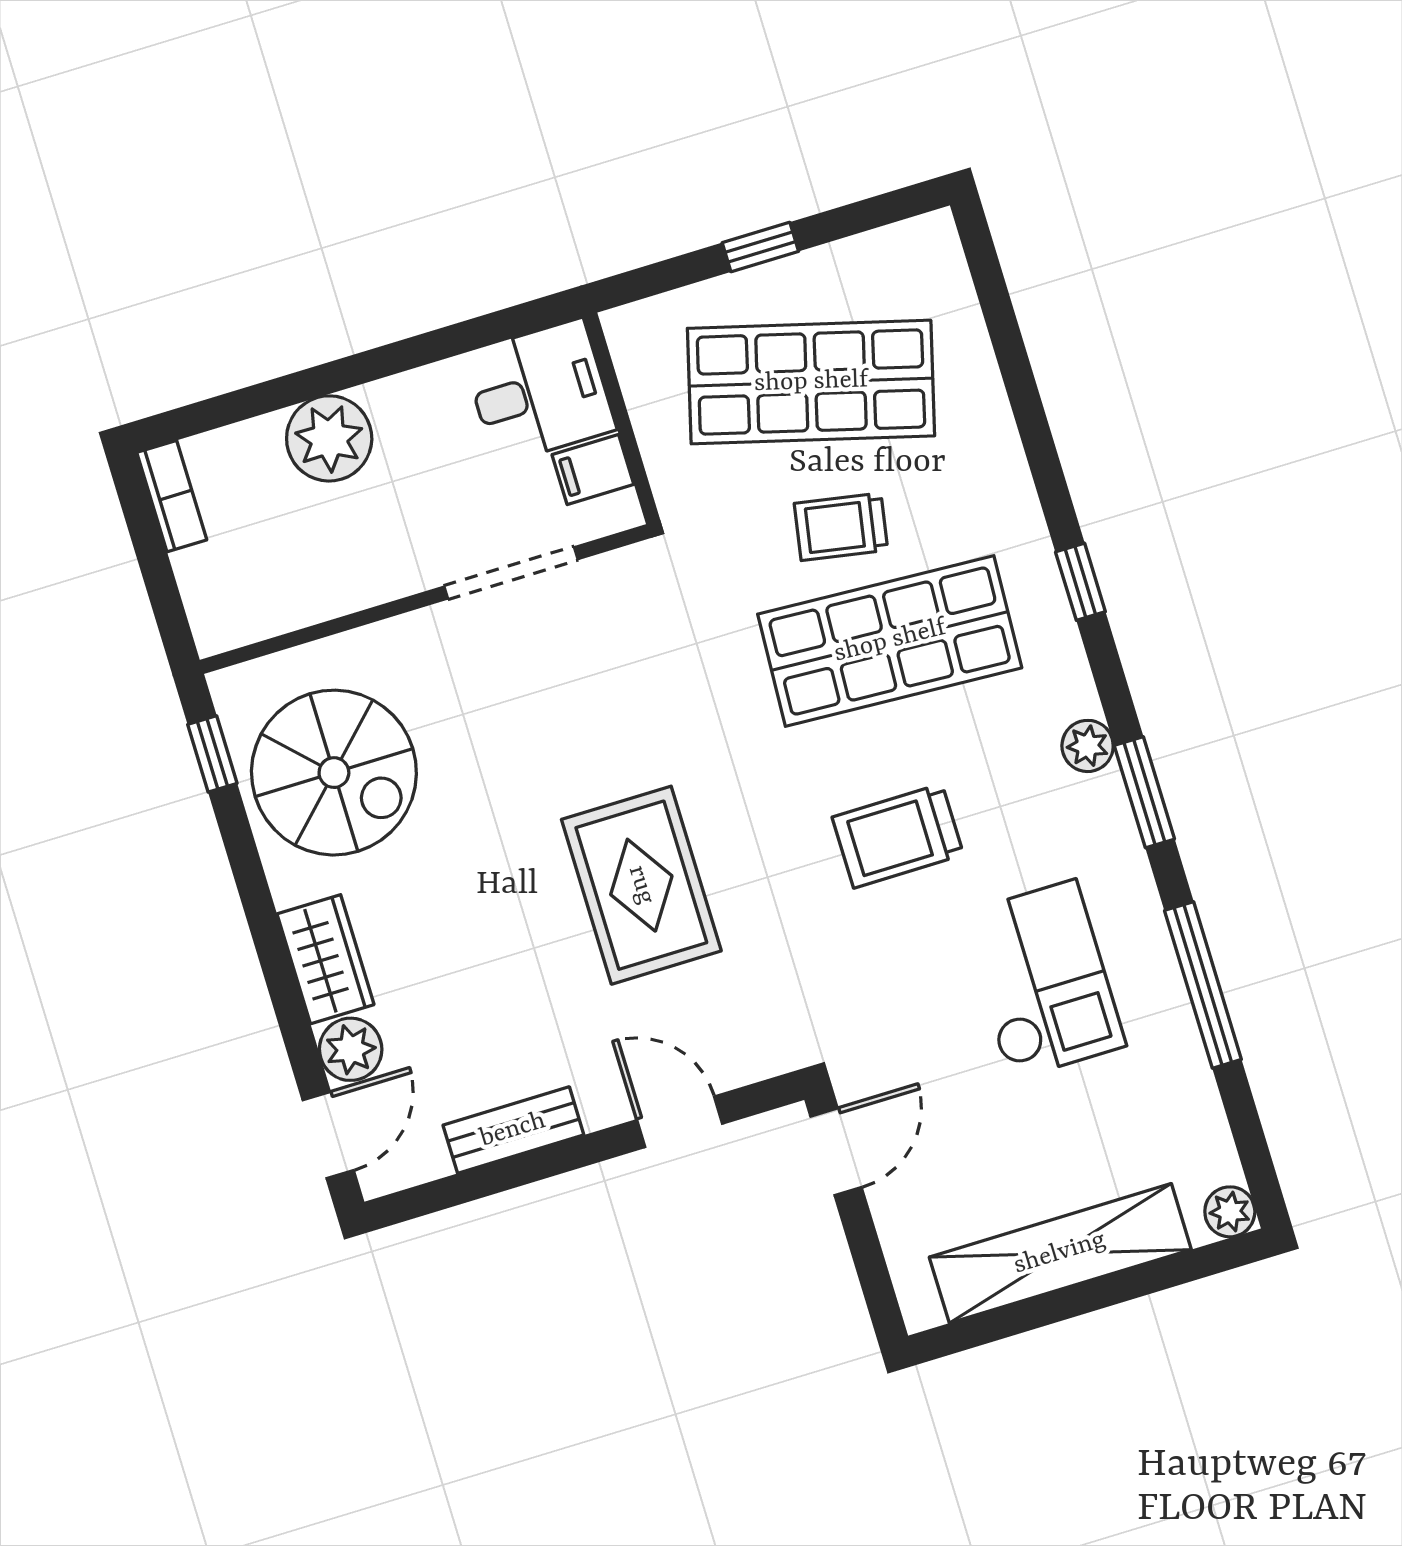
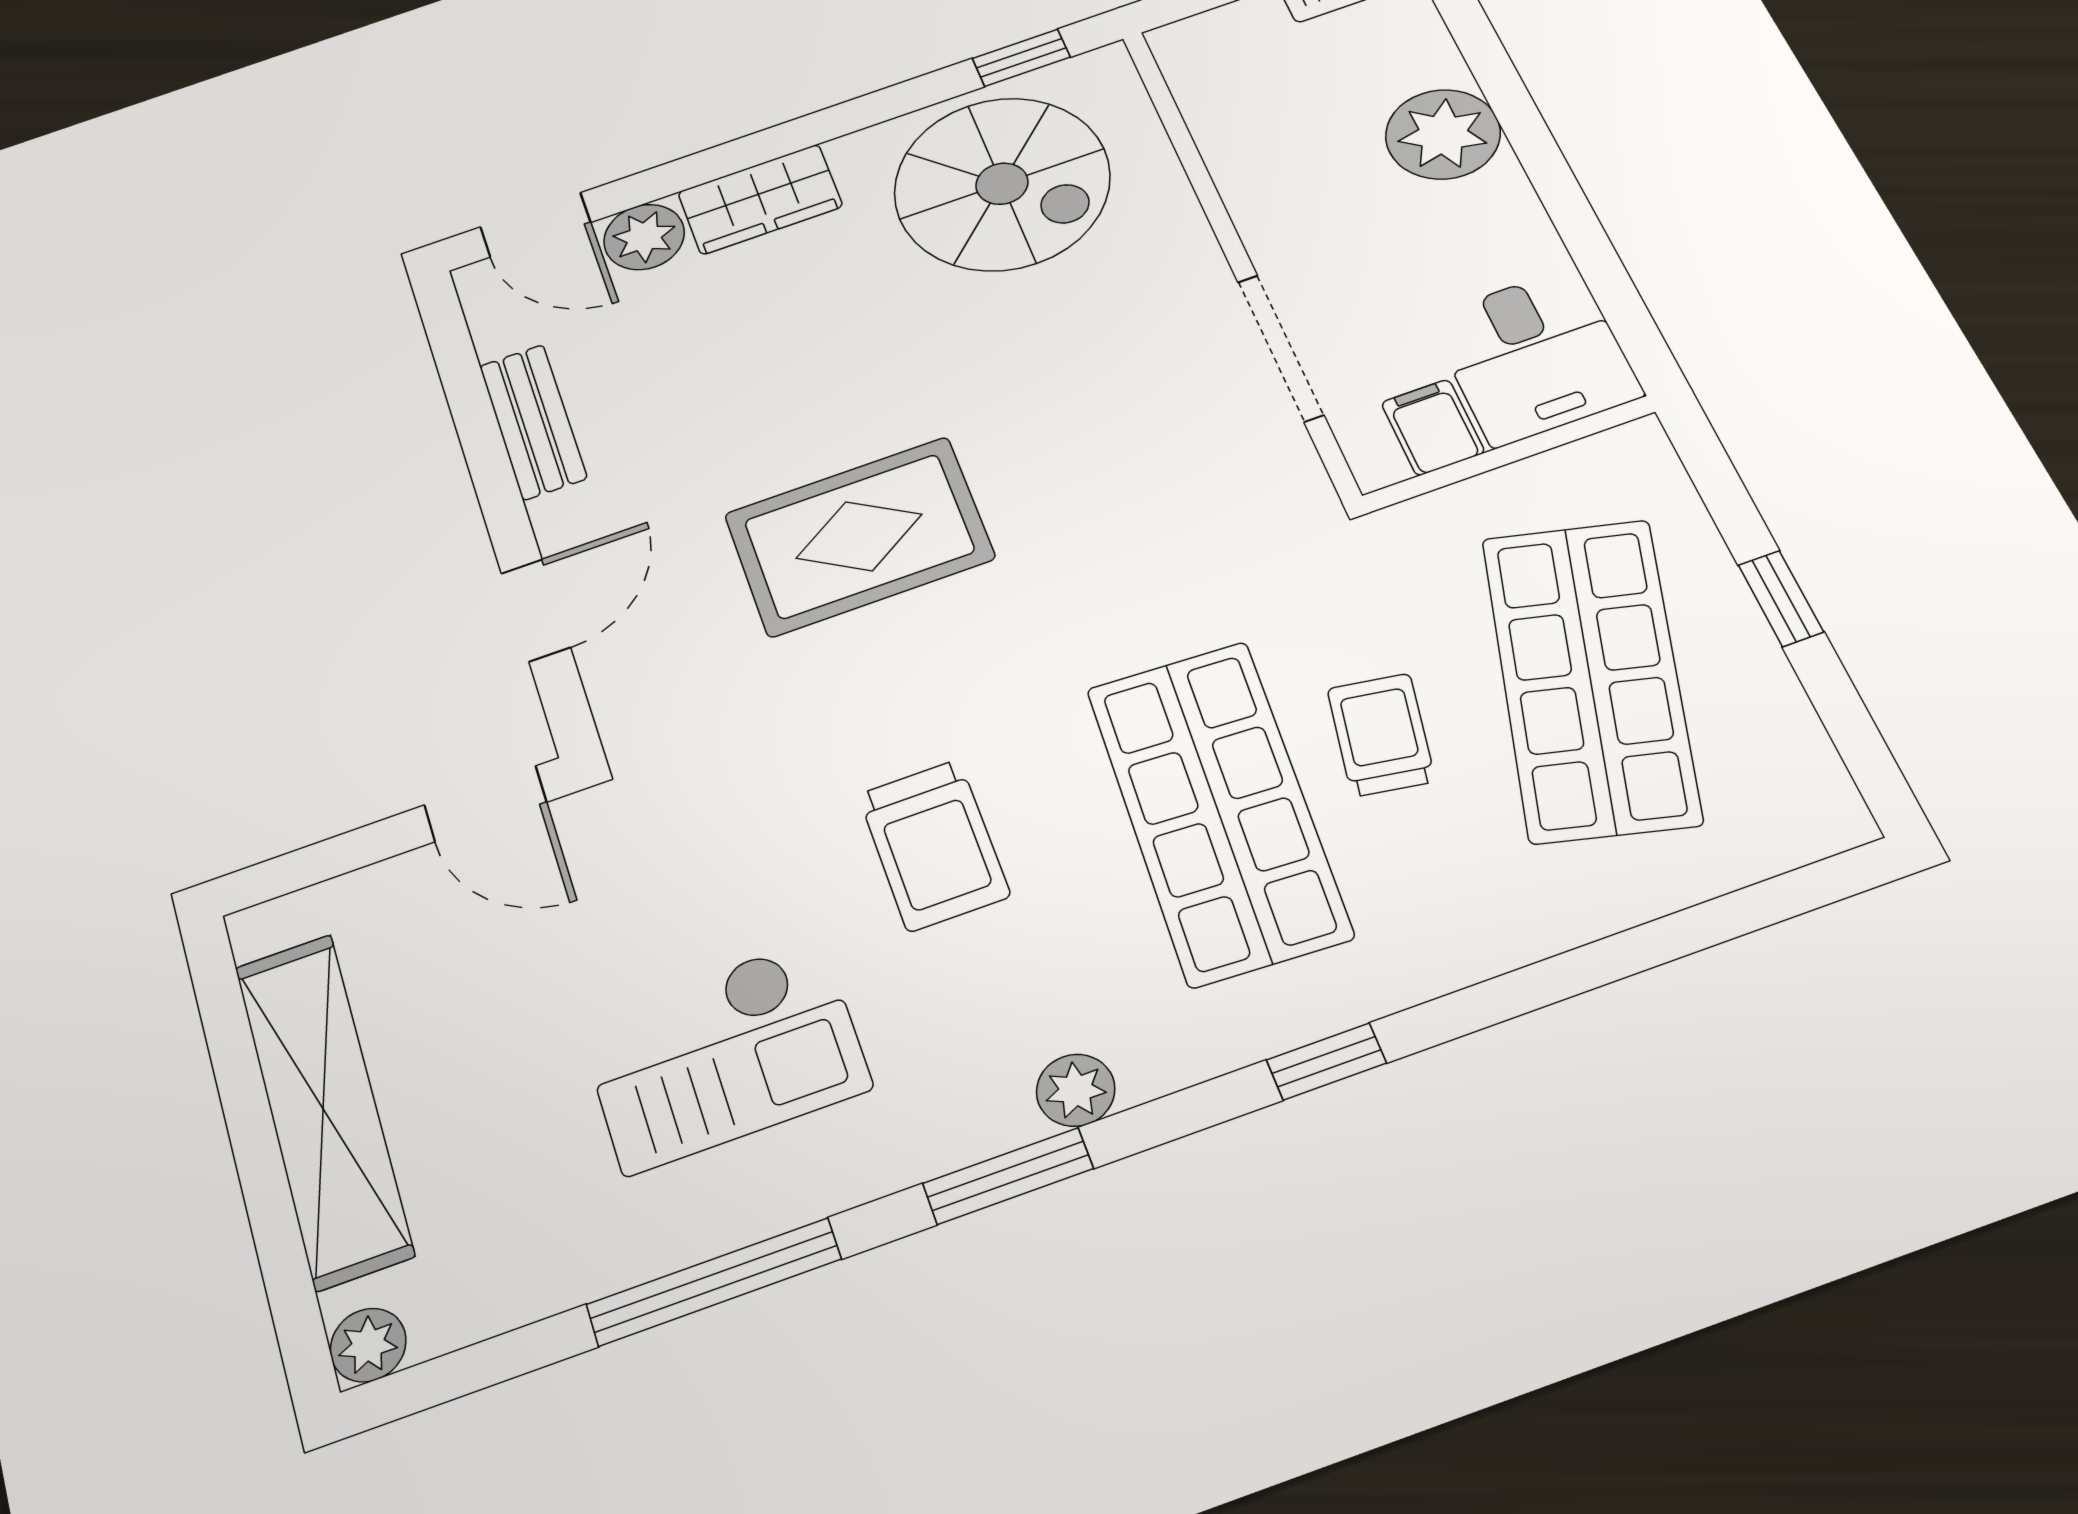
spiral stairs: (334, 773) -> (1002, 184), turned -90
trolley: (898, 836) -> (934, 845), turned 180

